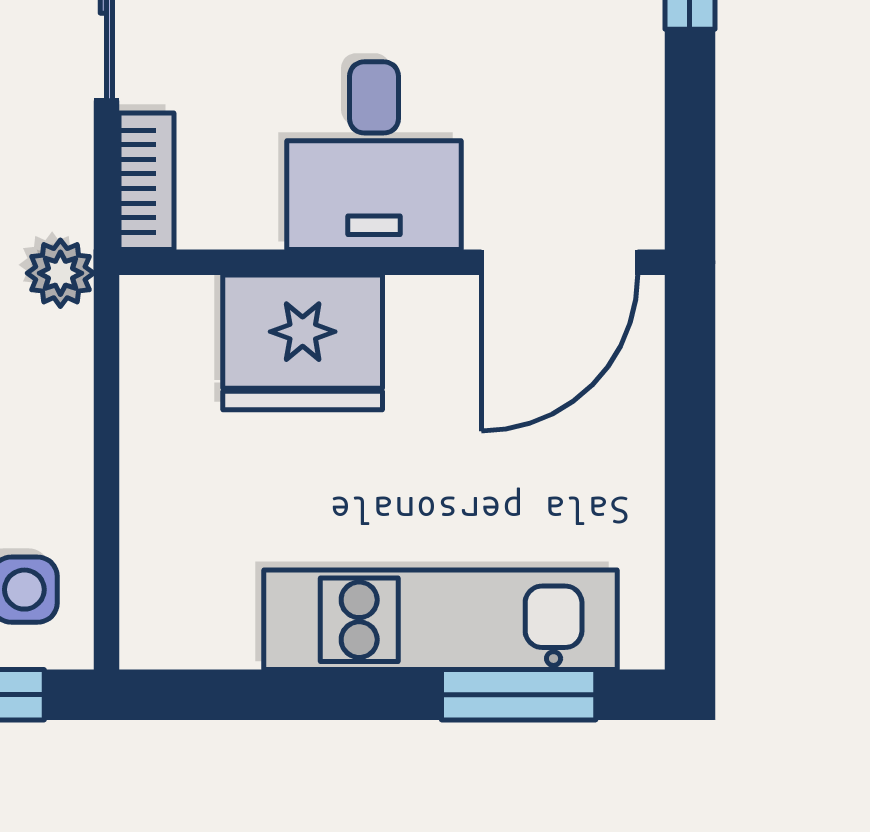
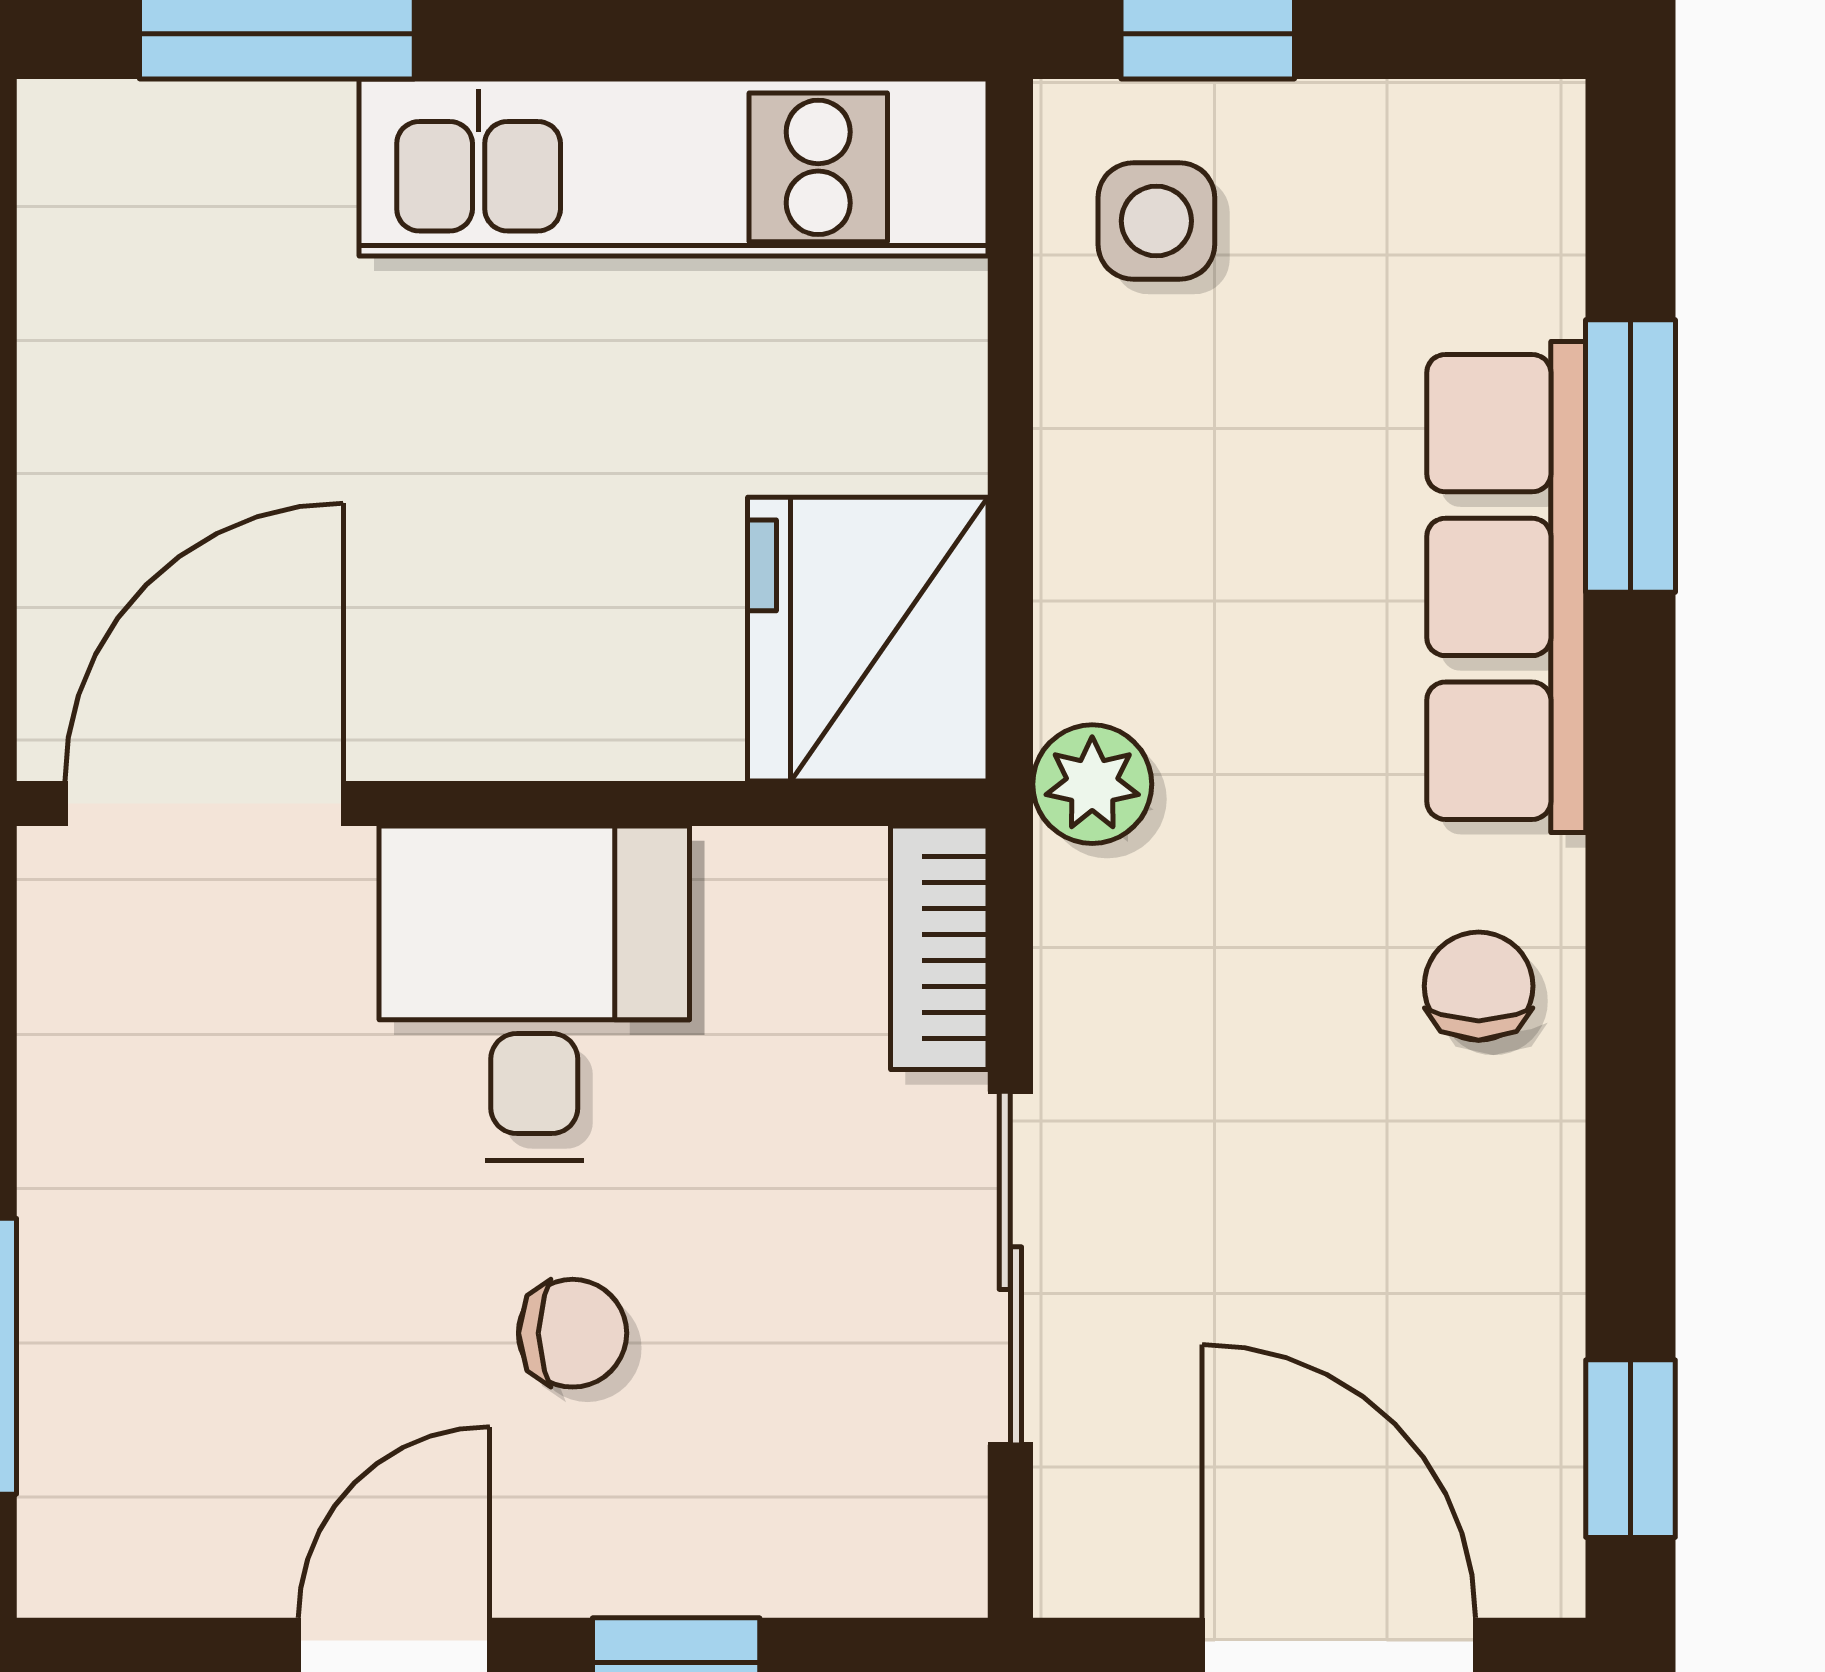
fridge: (303, 342) -> (868, 639), moved, turned -90
kitchen unit: (440, 620) -> (674, 167), moved

